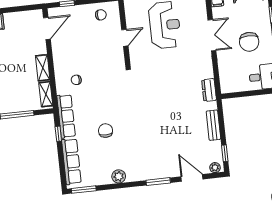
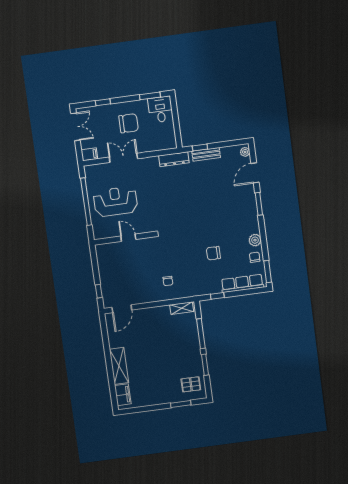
chair: (101, 15) -> (255, 257), moved
door: (47, 28) -> (122, 309), swing flipped
shelving: (43, 68) -> (158, 312), removed
dresser: (209, 90) -> (174, 159), width x1.44
row of seats: (66, 116) -> (201, 289), removed
window: (225, 153) -> (200, 147), moved

